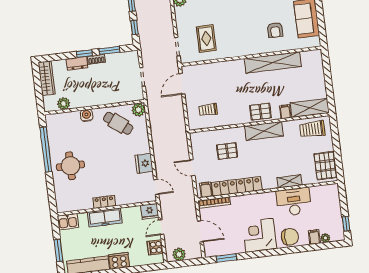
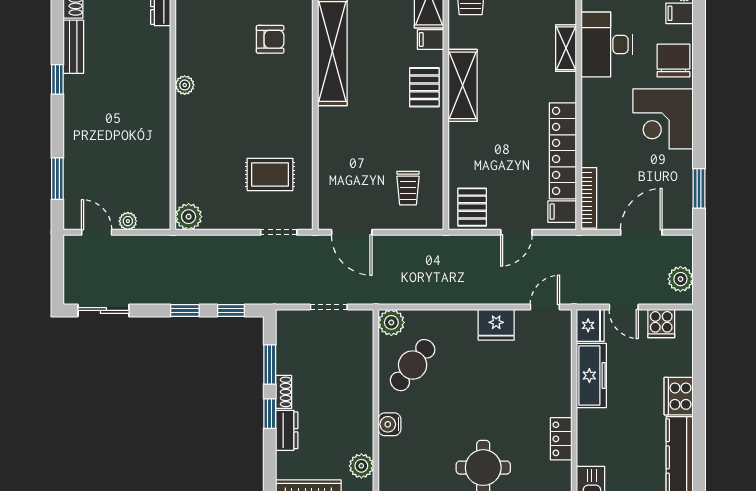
pallet: (227, 151) -> (472, 207), moved
locker: (104, 202) -> (561, 439), moved
freezer: (105, 217) -> (591, 376), moved

